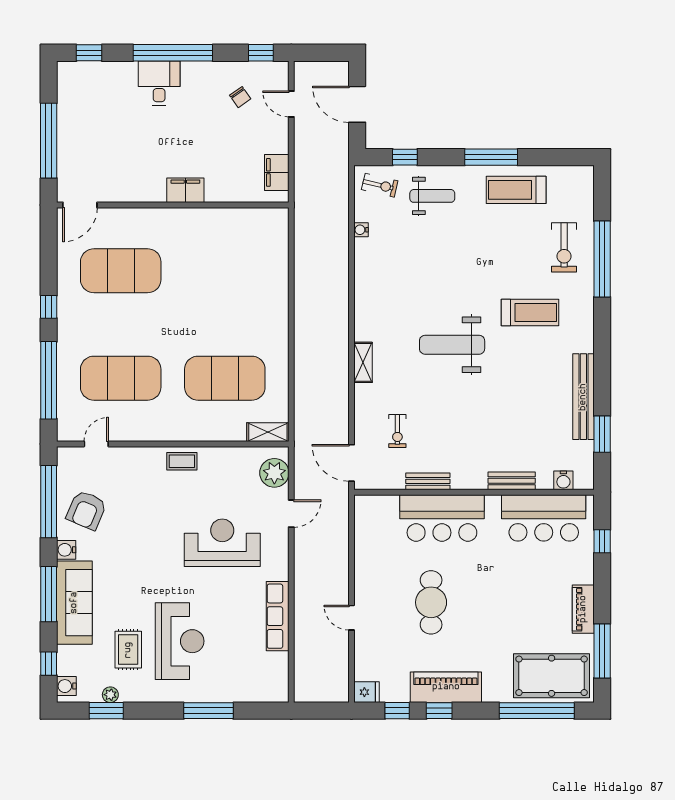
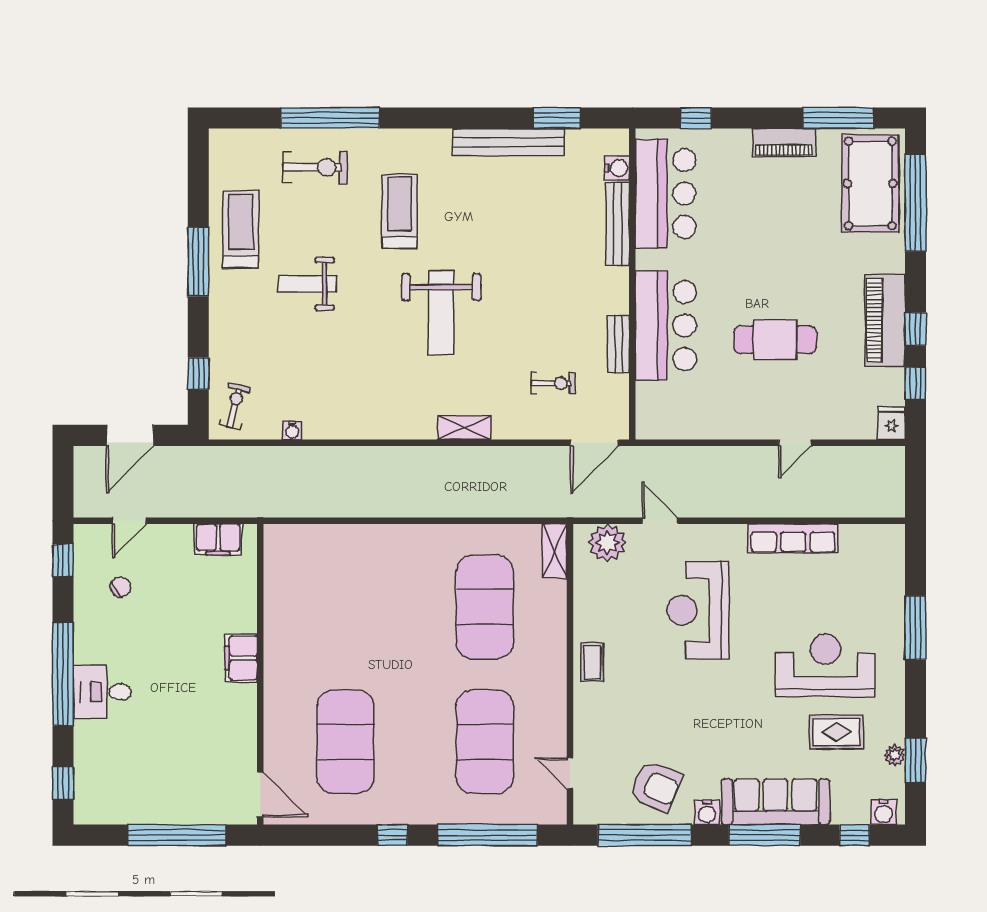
treadmill: (516, 190) -> (241, 230), turned 180
weight bench: (432, 196) -> (307, 284), moved, turned -90
bench: (512, 481) -> (618, 224), width x1.36

